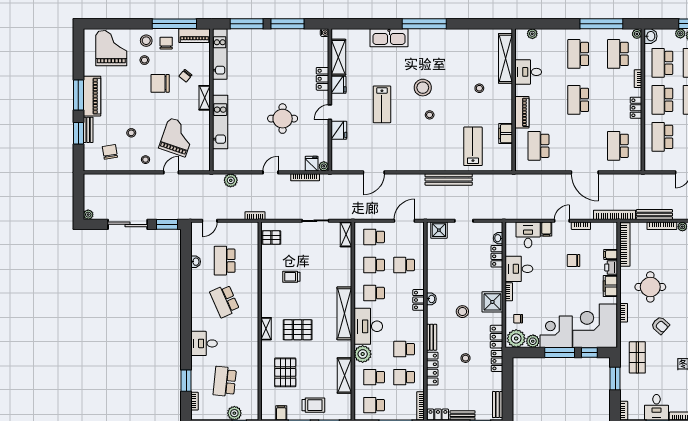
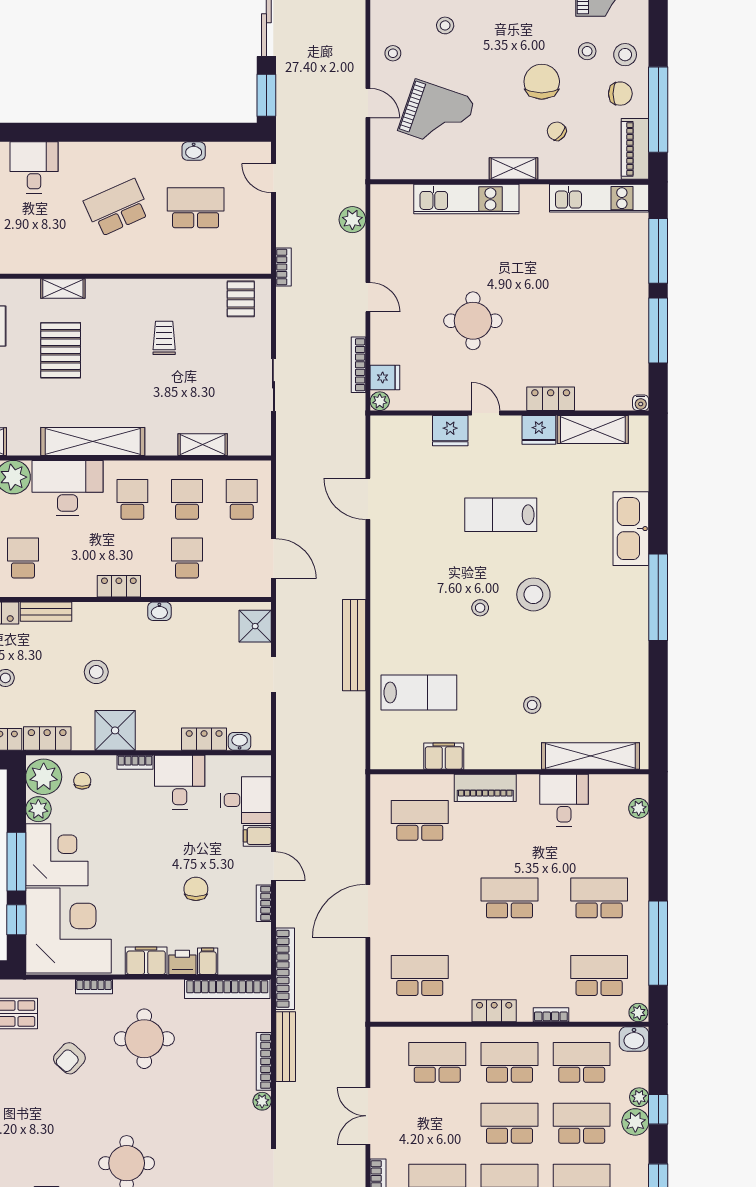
shelving: (346, 234) -> (203, 445), moved
washbasin: (431, 299) -> (159, 611), moved

